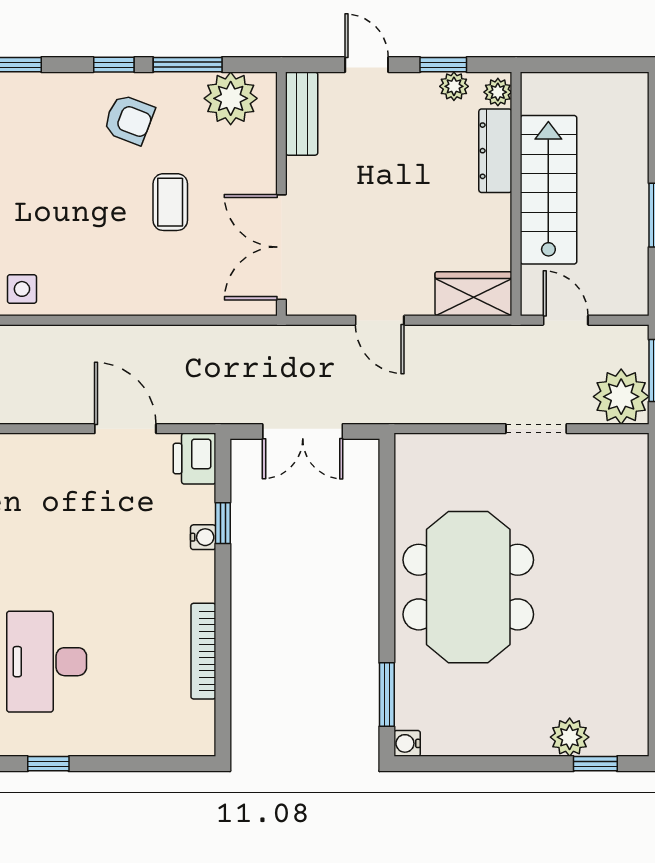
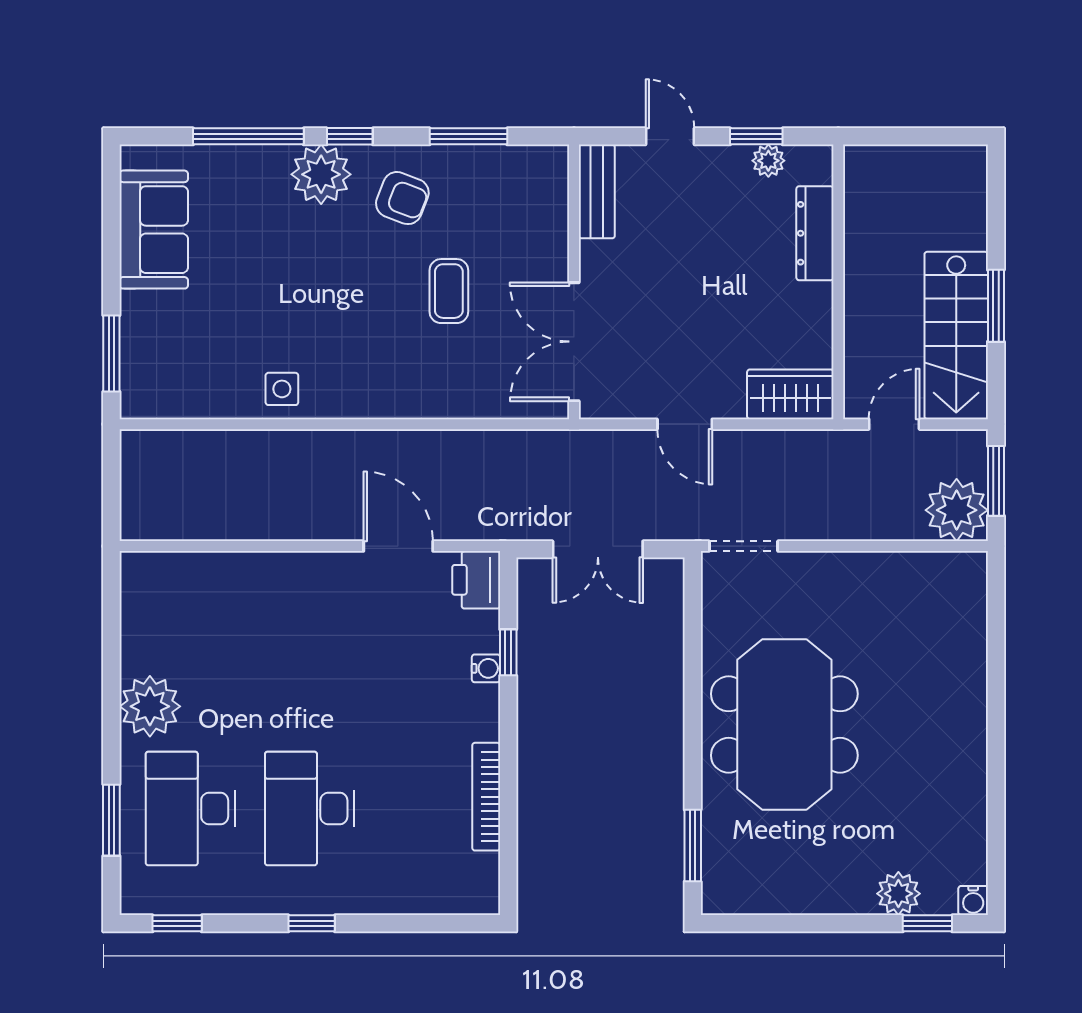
window: (114, 65) -> (350, 136), moved
plant: (498, 92) -> (818, 167), removed
plant: (231, 98) -> (321, 174), moved
stairs: (548, 190) -> (956, 335), moved, turned 180
door: (566, 320) -> (894, 424), hinge flipped
doorway: (536, 429) -> (744, 546), moved
water cooler: (407, 743) -> (973, 901), moved, turned -90

